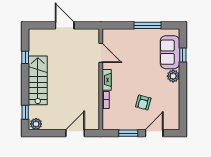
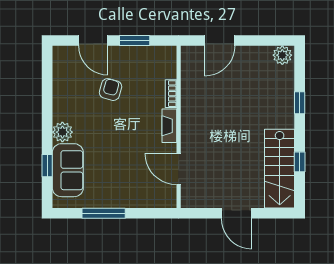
stairs: (38, 80) -> (280, 169), moved
window: (25, 112) -> (300, 103), moved
door: (154, 133) -> (93, 41), hinge flipped

